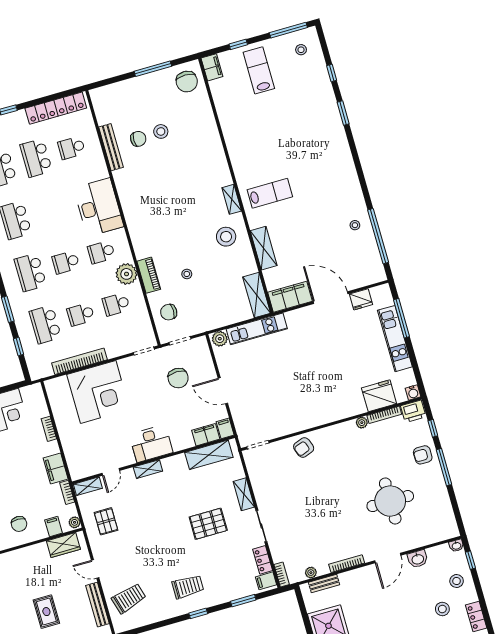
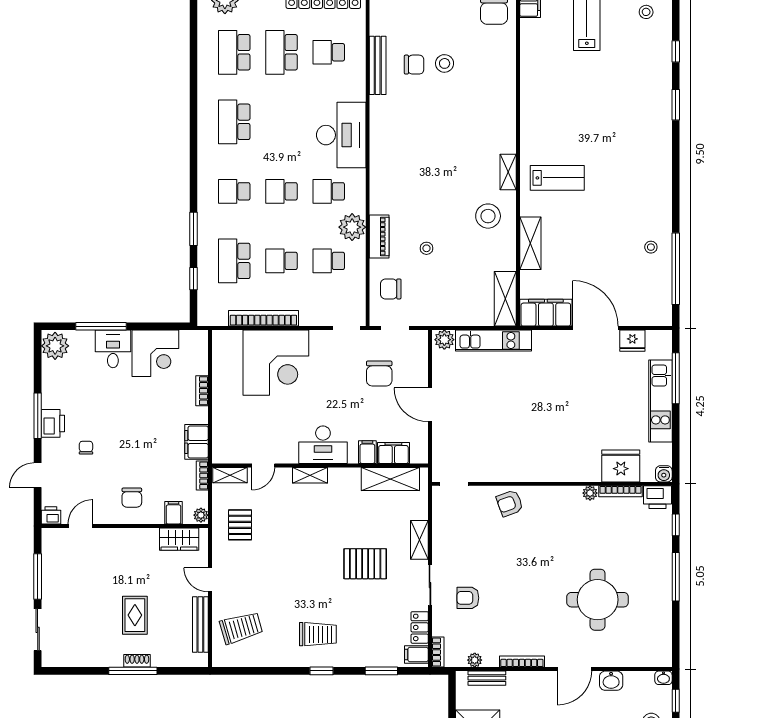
school desk: (30, 272) -> (234, 191), width x0.54
filing cabinet: (225, 428) -> (367, 452), moved
armchair: (423, 455) -> (468, 598), moved

